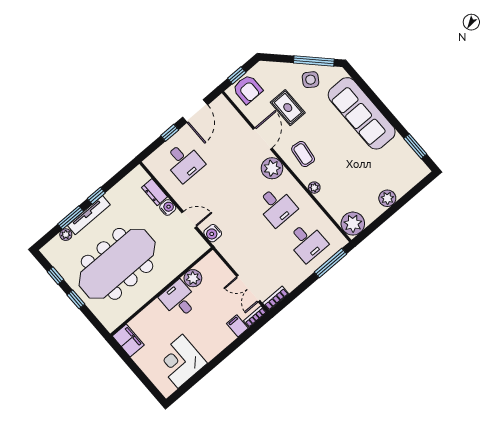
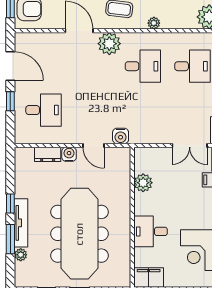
door: (189, 220) -> (93, 145), swing flipped
desk: (179, 300) -> (151, 231), moved

